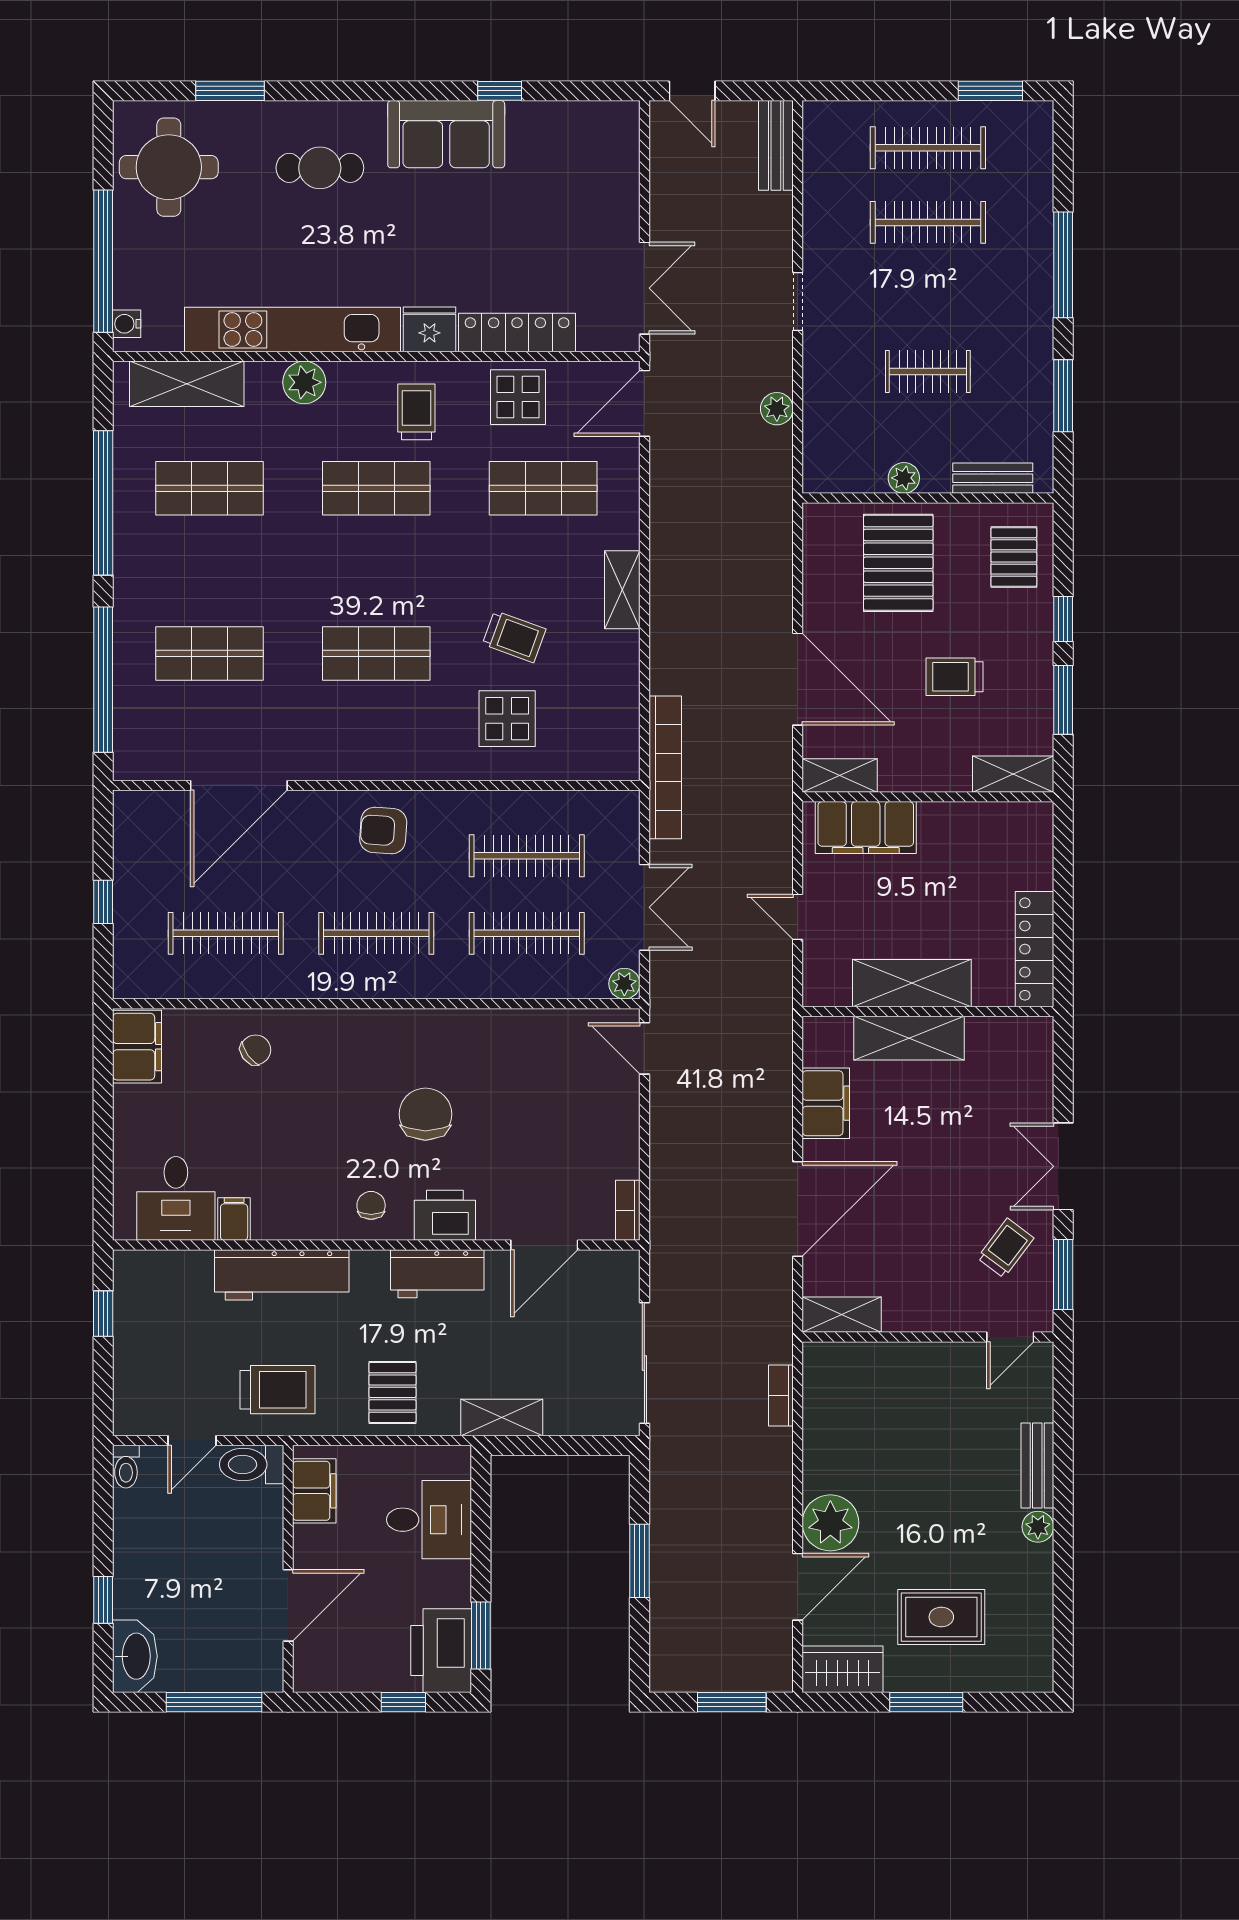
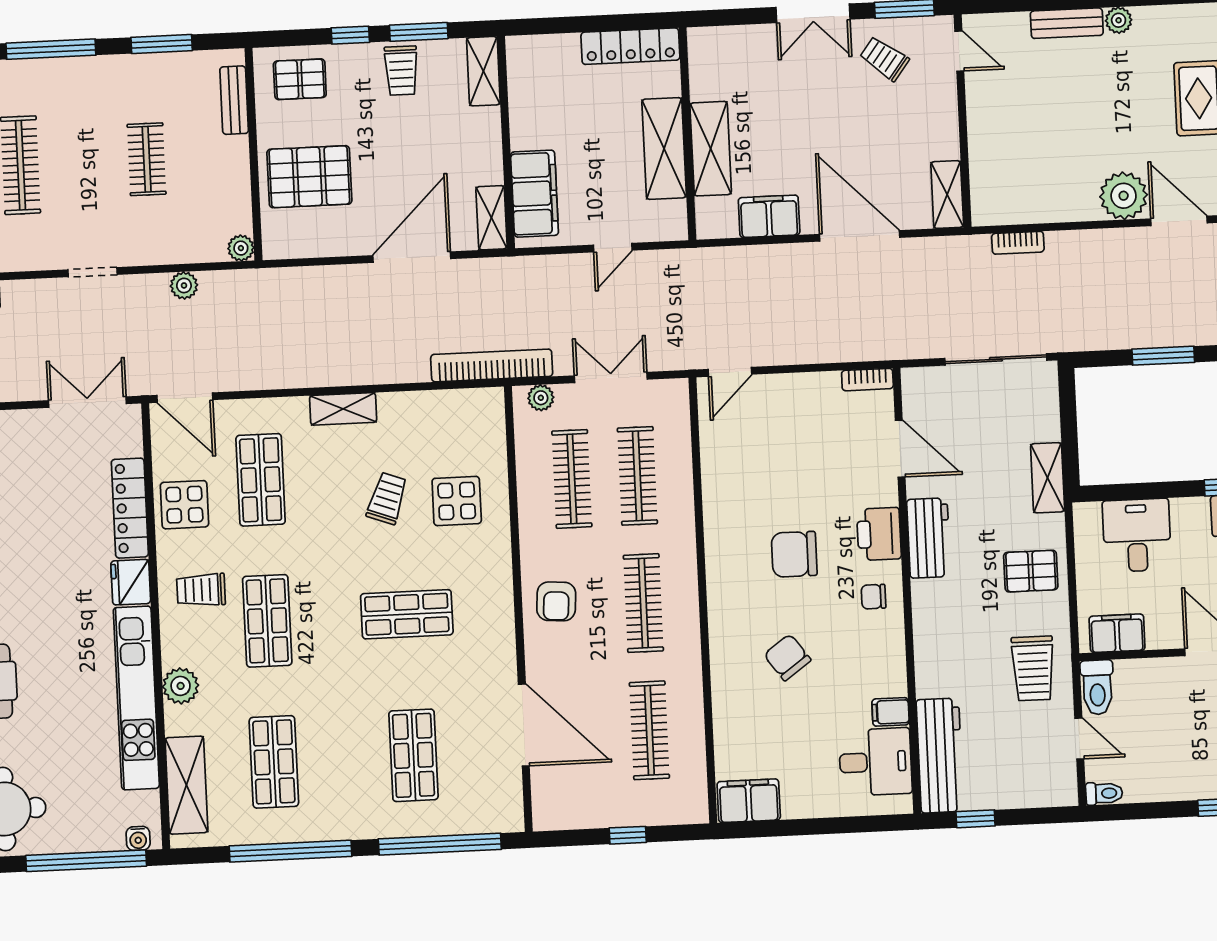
plant: (904, 478) -> (241, 248), moved
shop shelf: (376, 653) -> (407, 614), turned 90
trolley: (954, 677) -> (401, 71), moved
plant: (624, 984) -> (541, 398), moved
chair: (256, 1050) -> (787, 657), moved, width x1.37, depth x1.37
workbench: (282, 1275) -> (940, 756), moved
trolley: (278, 1390) -> (1033, 668), turned 180

